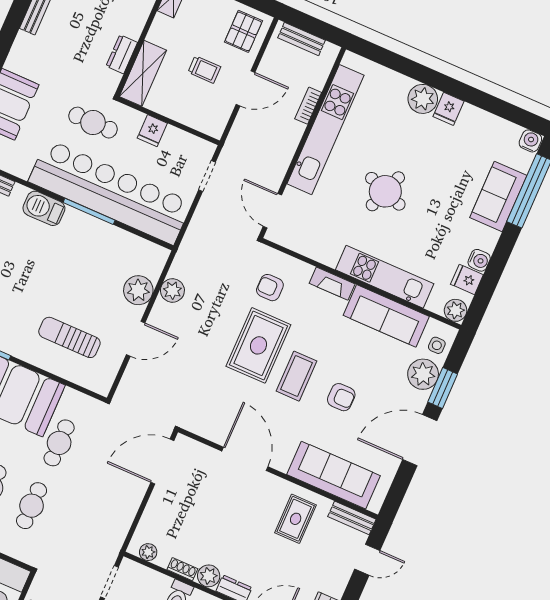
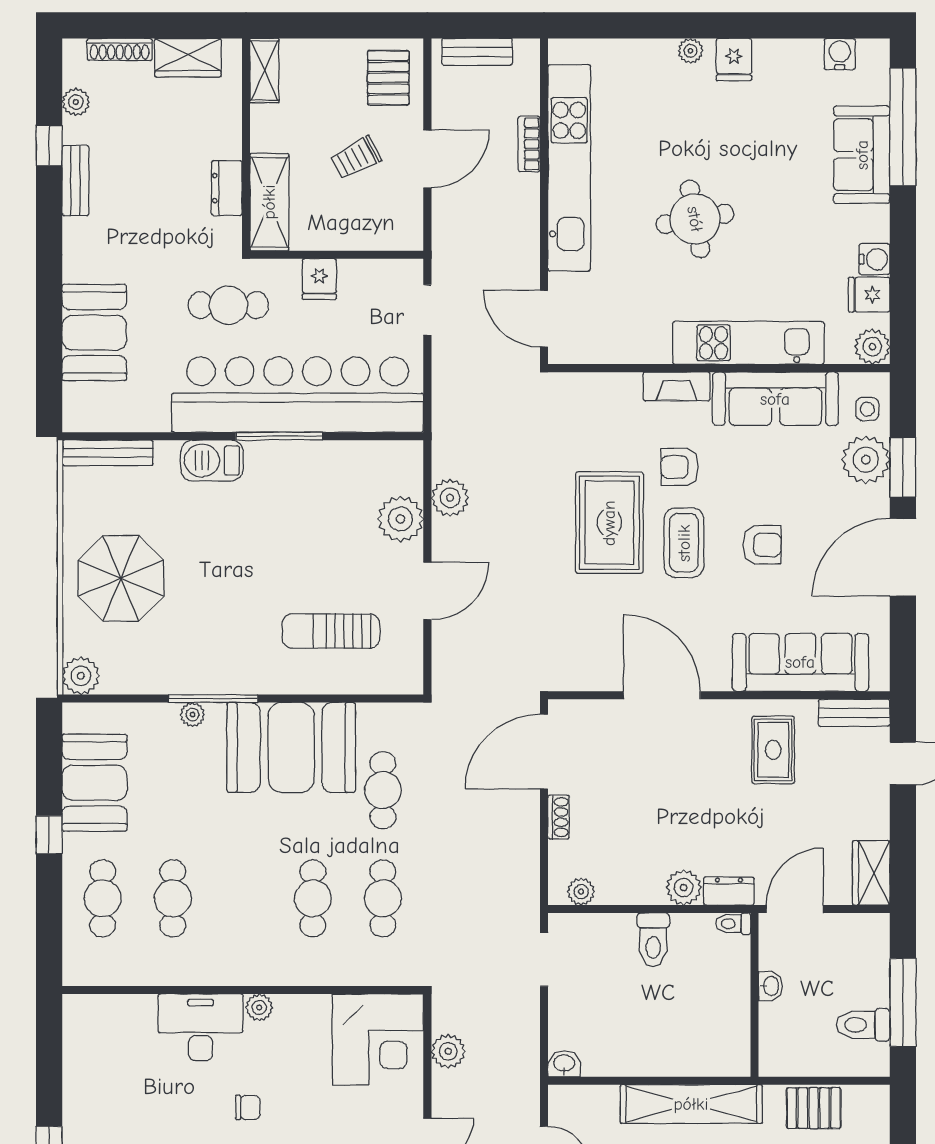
trolley: (204, 70) -> (356, 158), turned 152
plant: (423, 99) -> (690, 51), width x0.53, depth x0.53
water cooler: (530, 141) -> (840, 54), moved
round table: (385, 191) -> (695, 219), turned -30
armchair: (270, 288) -> (680, 467), moved
shoe rack: (182, 569) -> (559, 817), moved, turned 90

